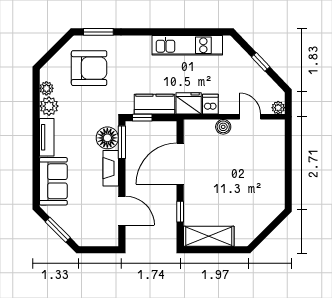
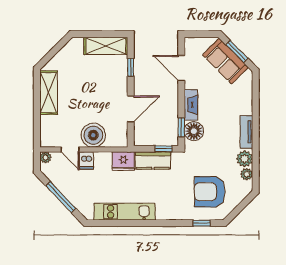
window: (98, 32) -> (202, 223), width x0.67
window: (261, 62) -> (61, 197), width x2.17
dishwasher: (210, 104) -> (86, 160), moved
boiler: (223, 127) -> (93, 135), width x1.86, depth x1.86
window: (122, 142) -> (181, 127), width x0.67
door: (180, 164) -> (131, 109), width x0.73
sofa: (53, 181) -> (225, 61), moved, turned -45
shelving: (275, 182) -> (49, 93), added

